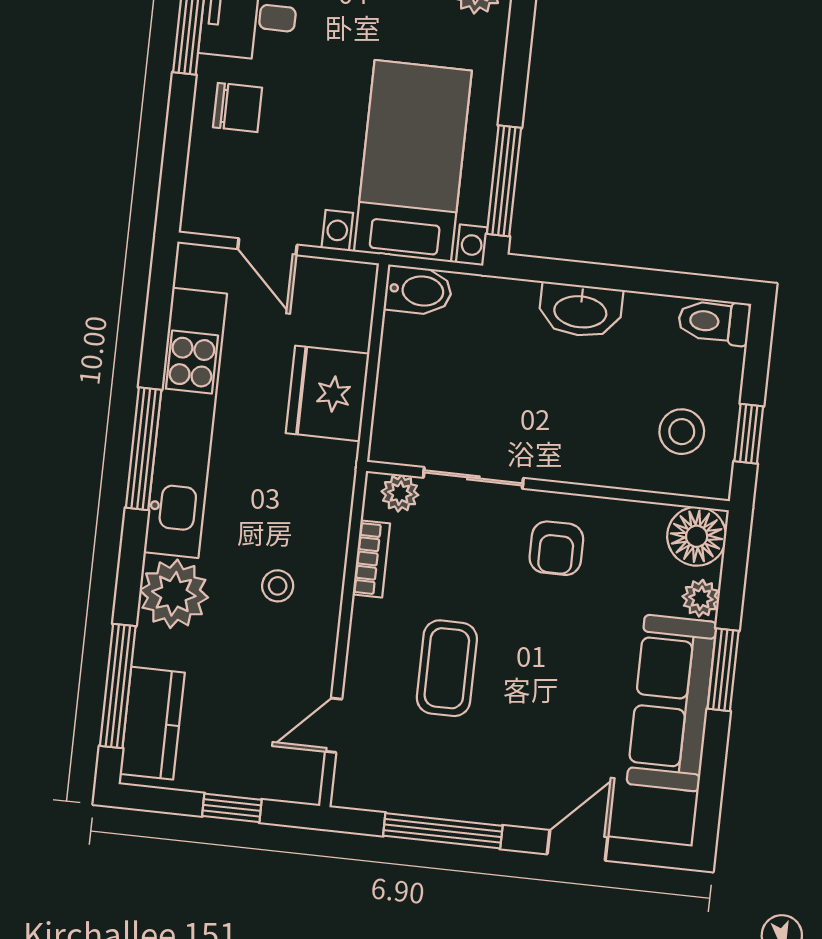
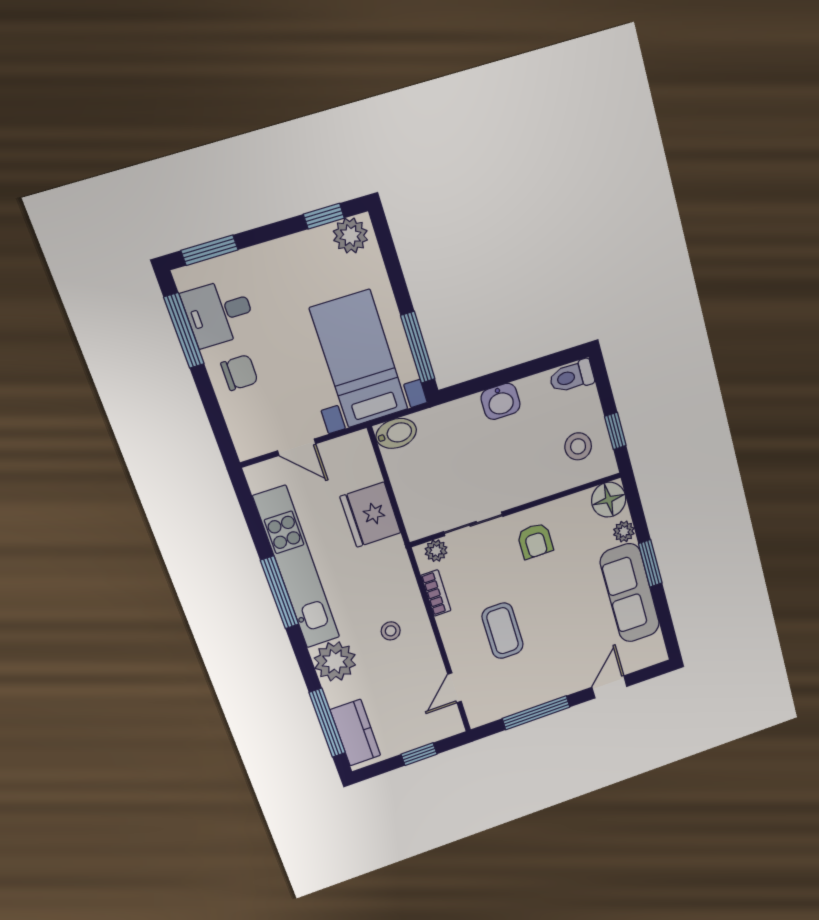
washbasin: (581, 310) -> (501, 401), width x0.72

